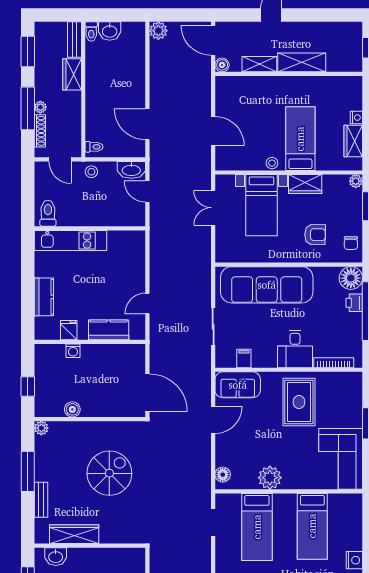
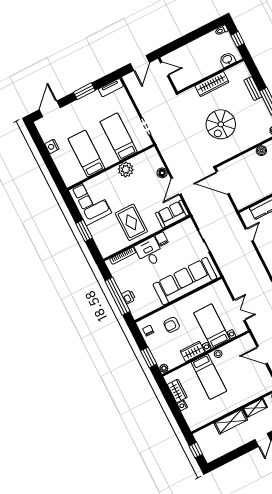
floor lamp: (351, 278) -> (138, 310), removed
filing cabinet: (244, 358) -> (162, 239), moved
floor lamp: (223, 475) -> (162, 173), moved
wardrobe: (74, 534) -> (212, 84), moved

